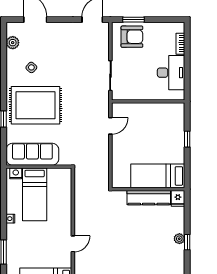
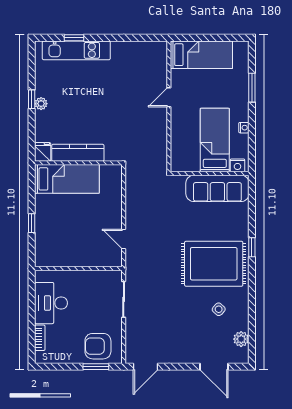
door: (110, 126) -> (124, 239), hinge flipped
sofa: (32, 154) -> (217, 188), moved
wall: (39, 167) -> (210, 173), moved
nightstand: (16, 173) -> (237, 165), moved
bed: (35, 194) -> (215, 140), moved

